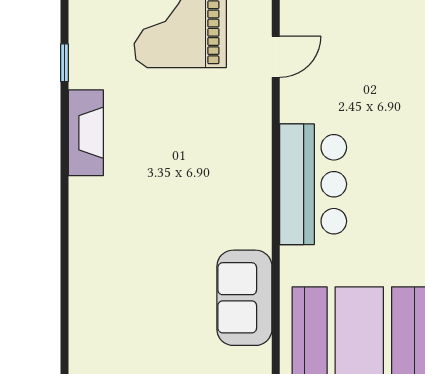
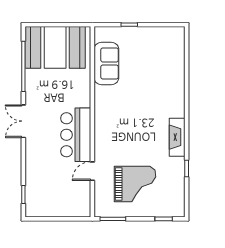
bar counter: (313, 184) -> (76, 135), moved

